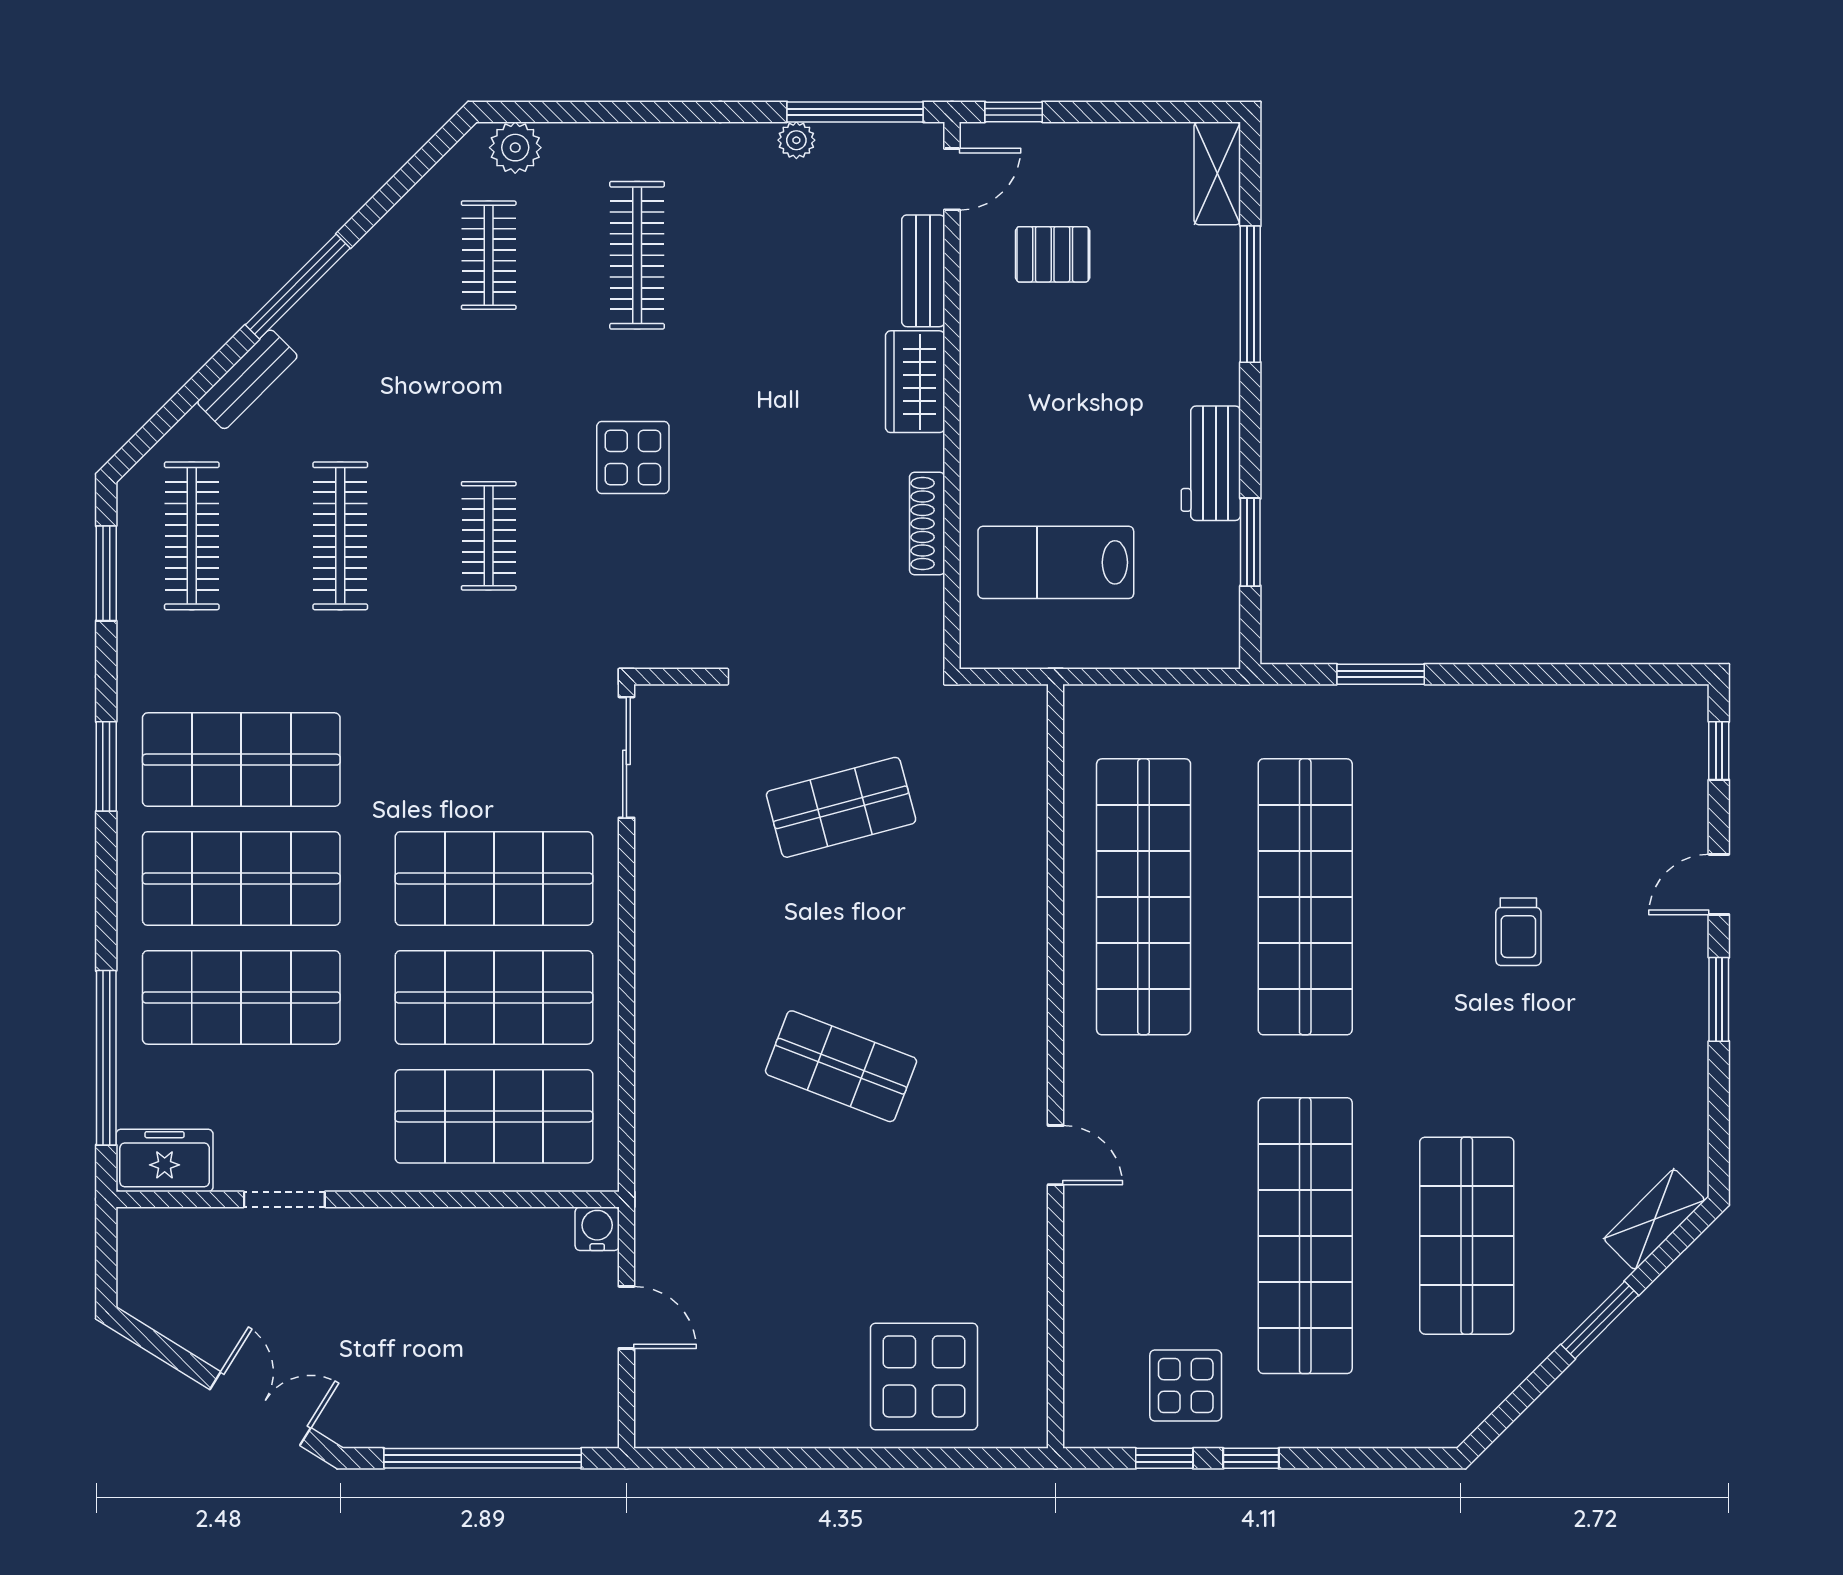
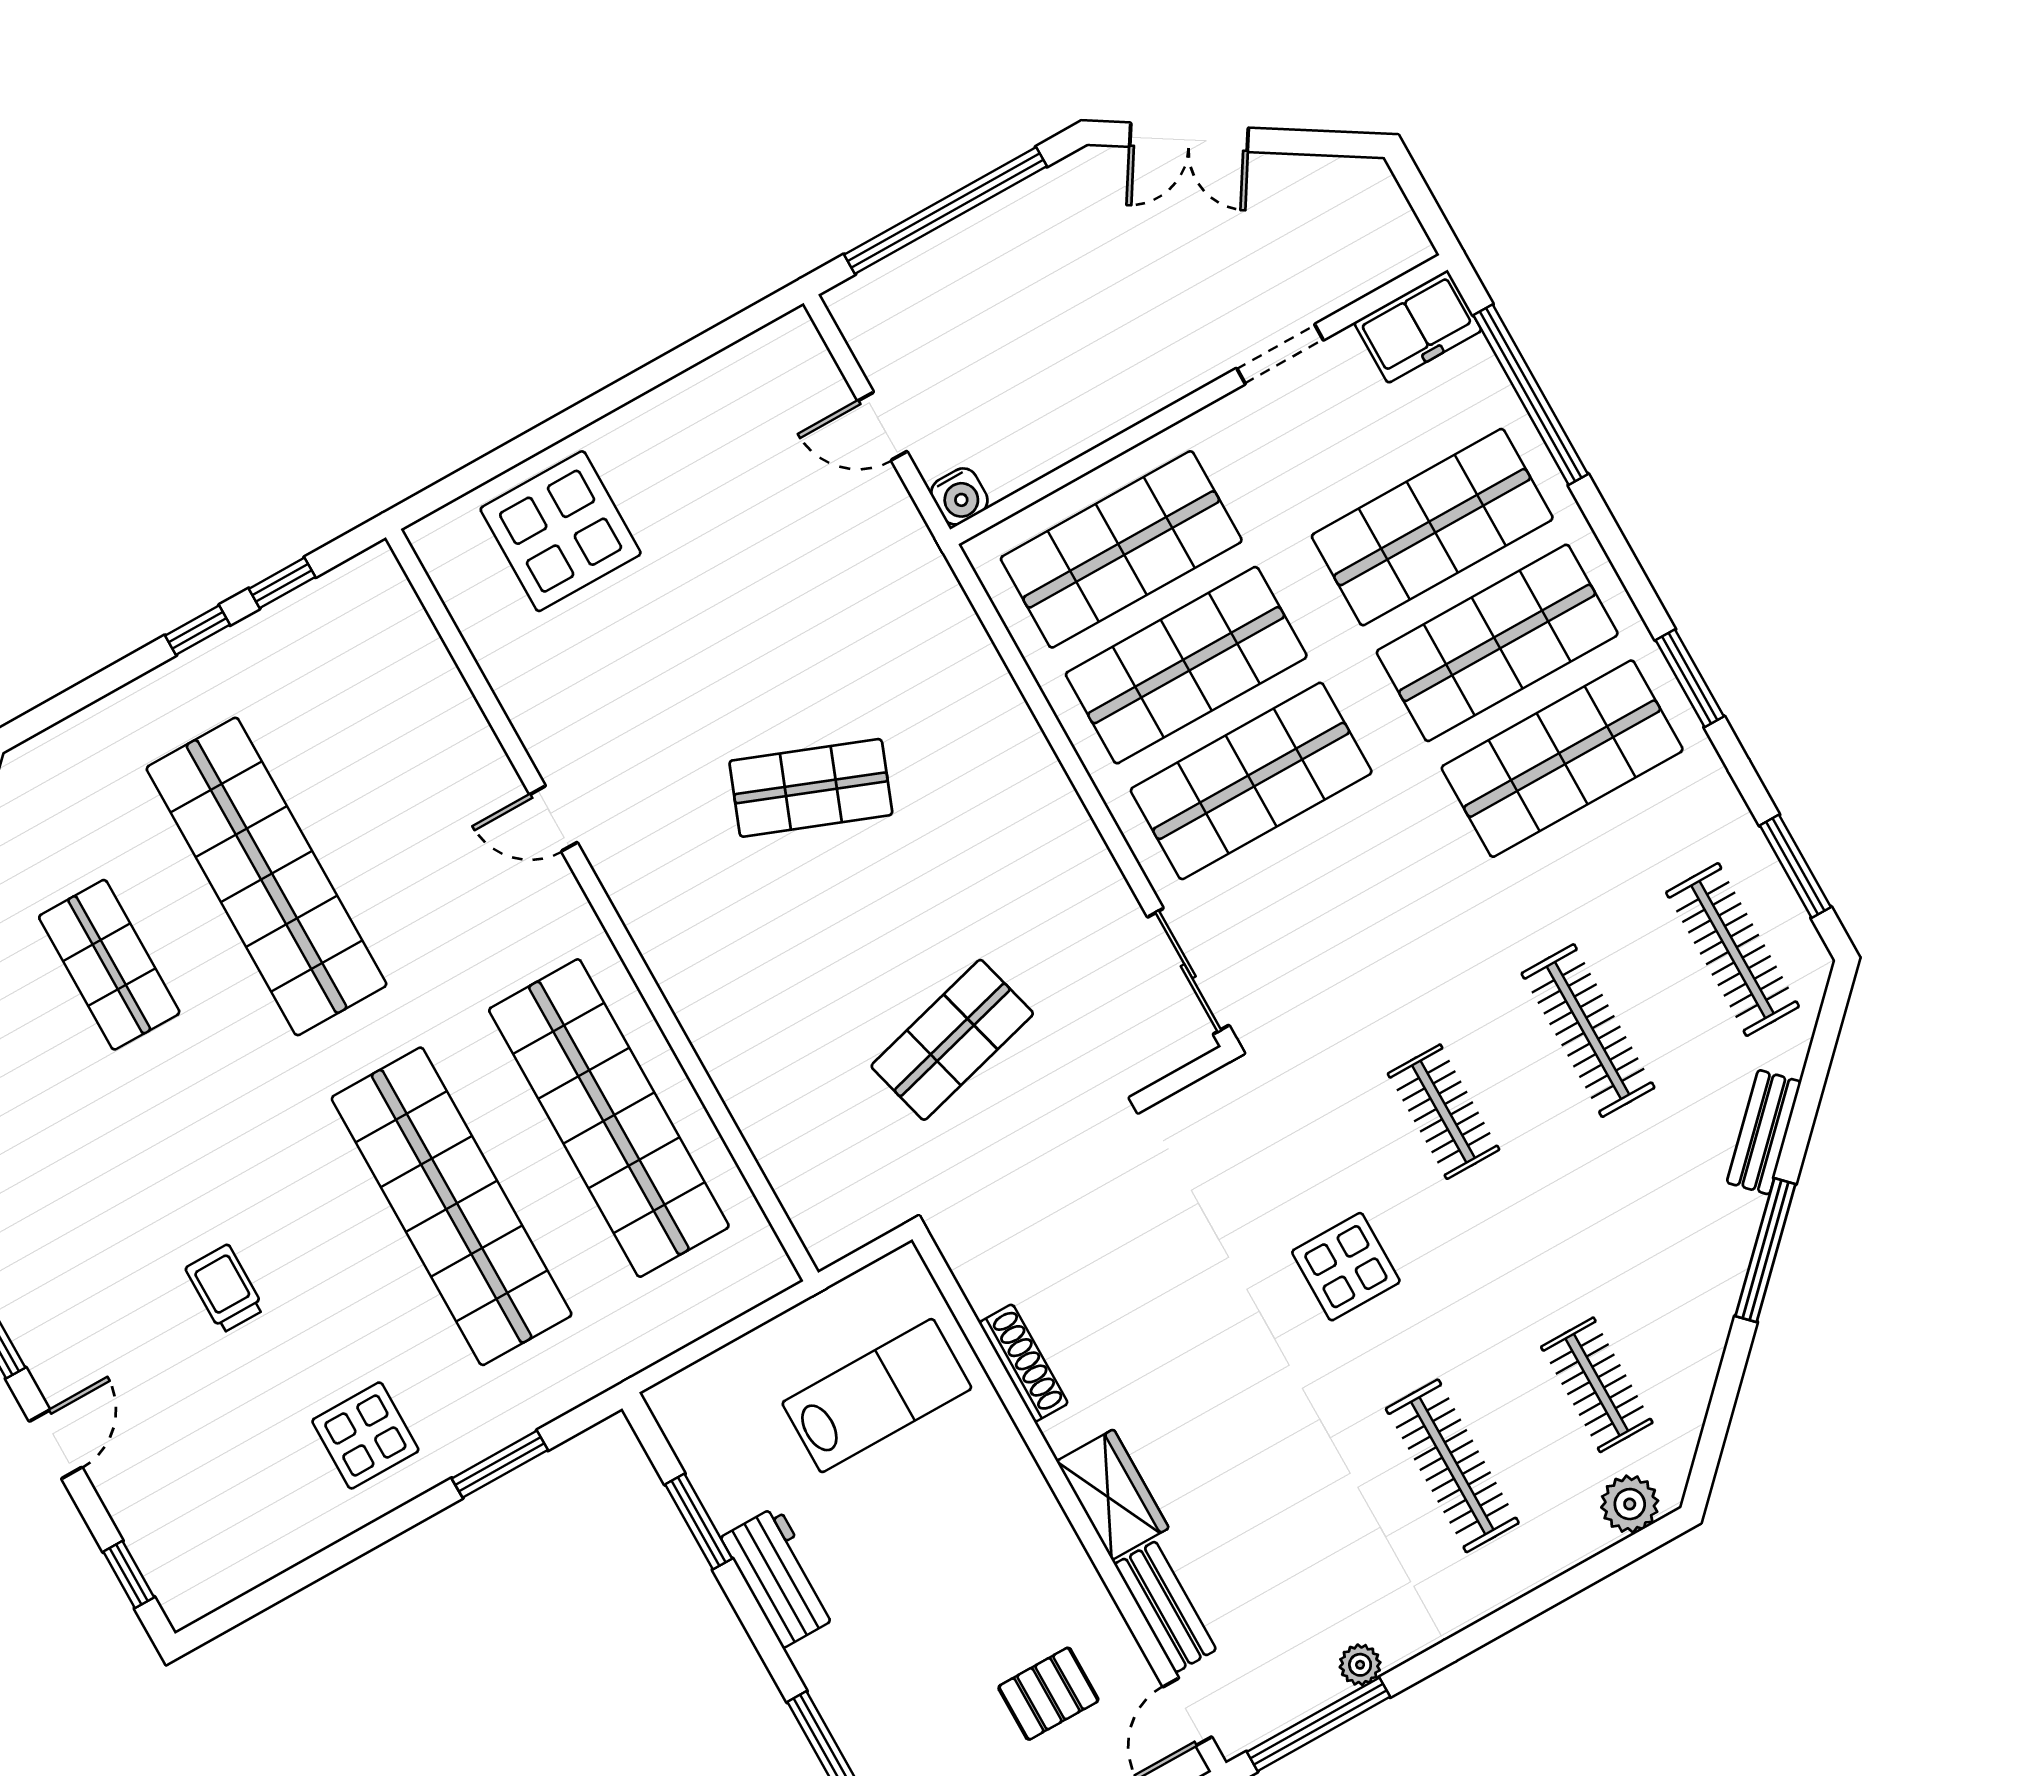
shop shelf: (1467, 1236) -> (109, 965), width x0.70, depth x0.74
display table: (1186, 1386) -> (365, 1435), moved

